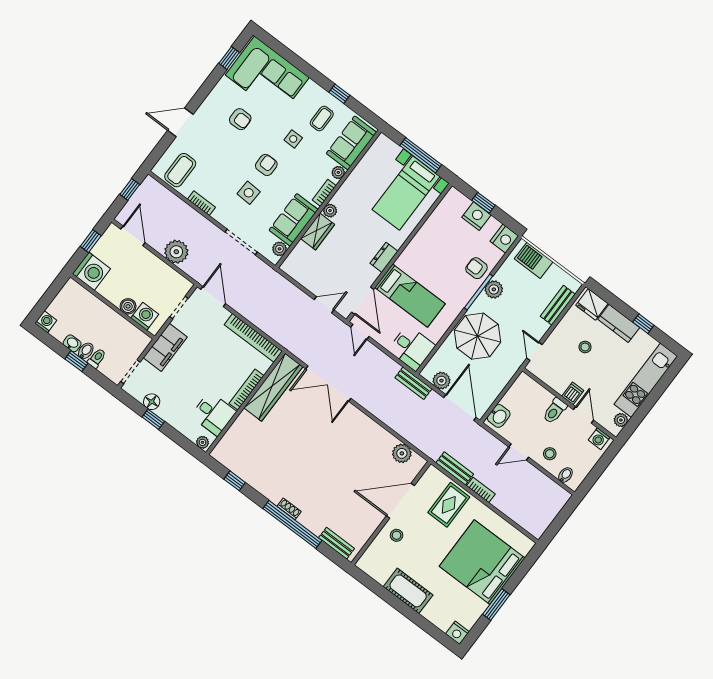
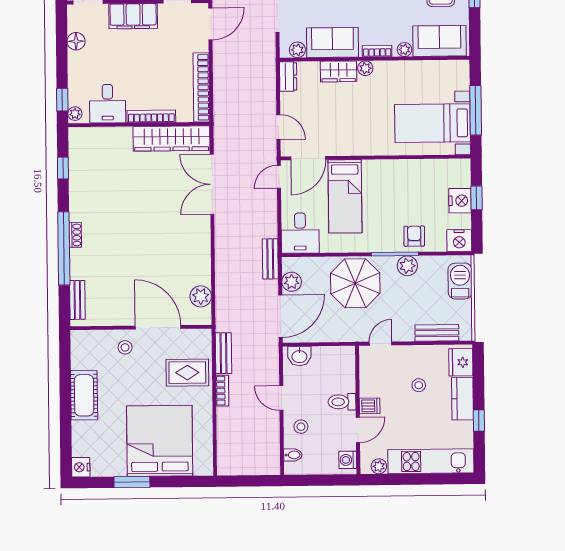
dresser: (384, 257) -> (288, 76), moved, turned 90
window: (153, 419) -> (62, 100), moved

